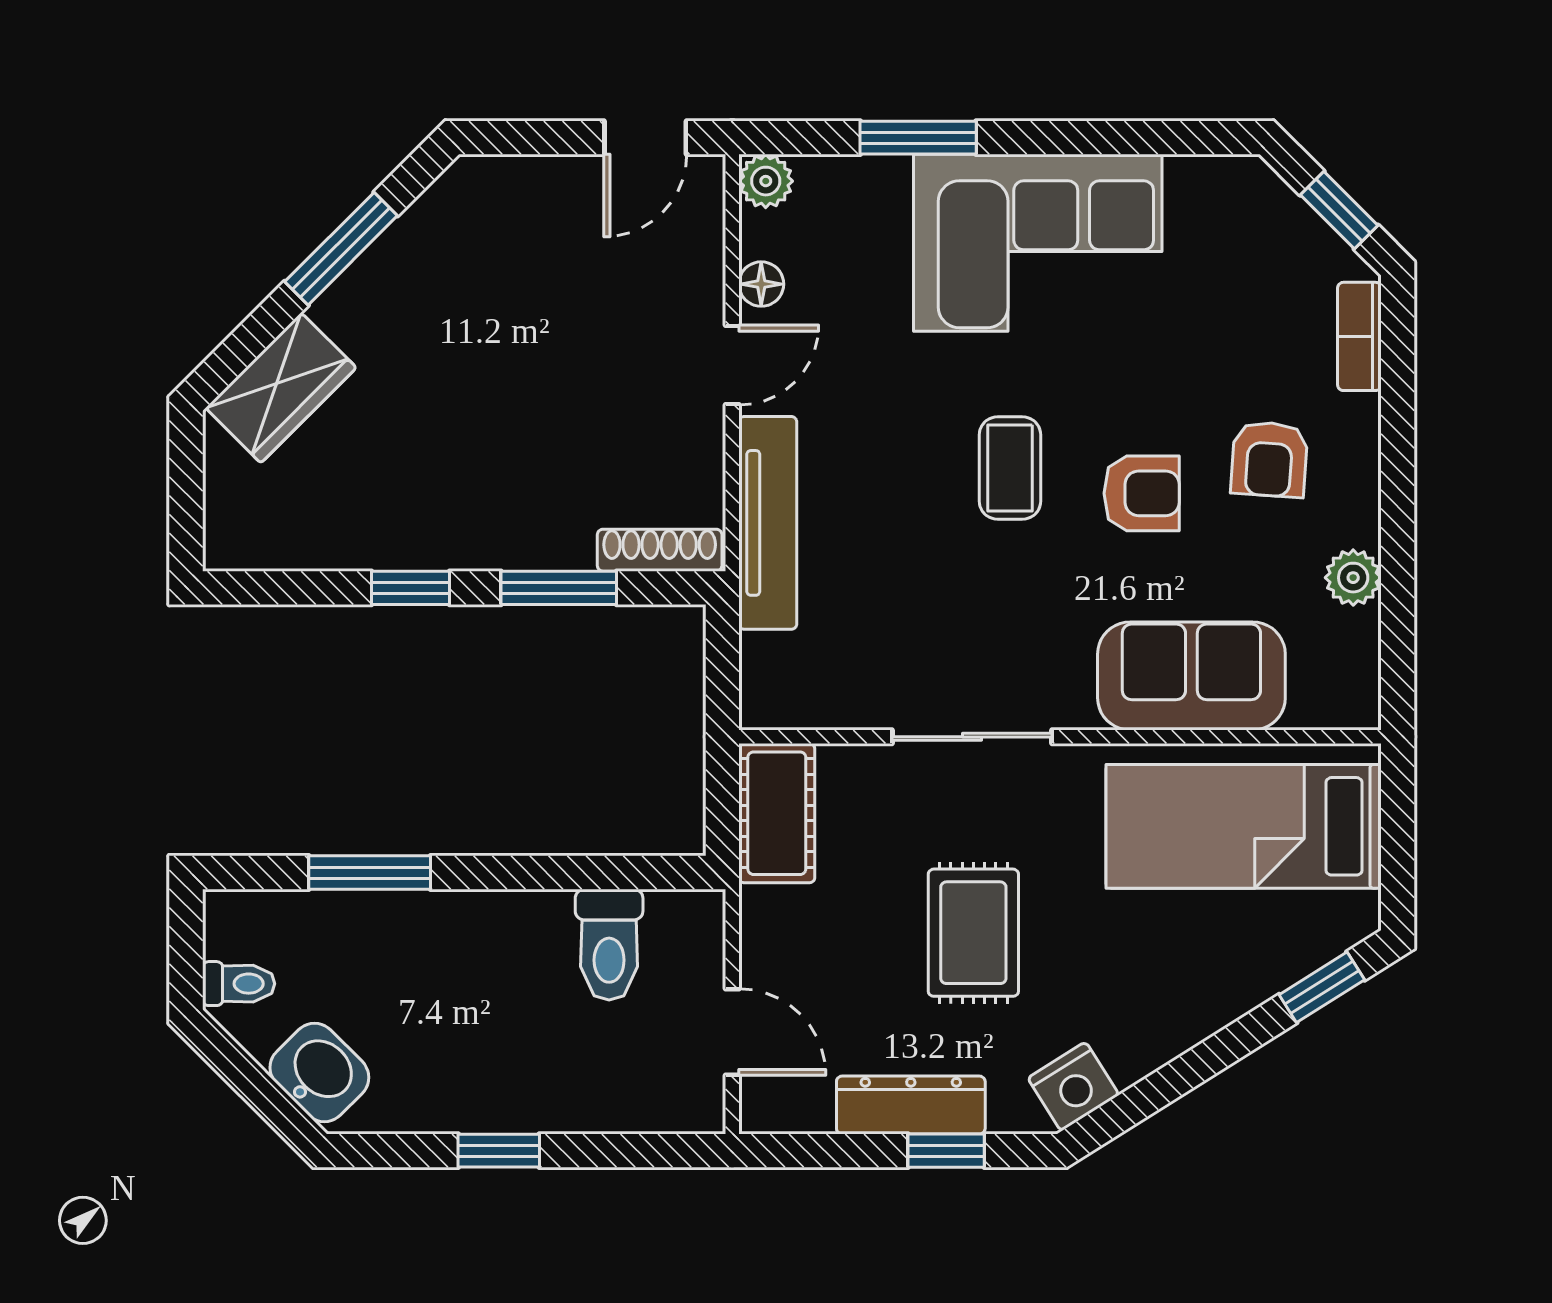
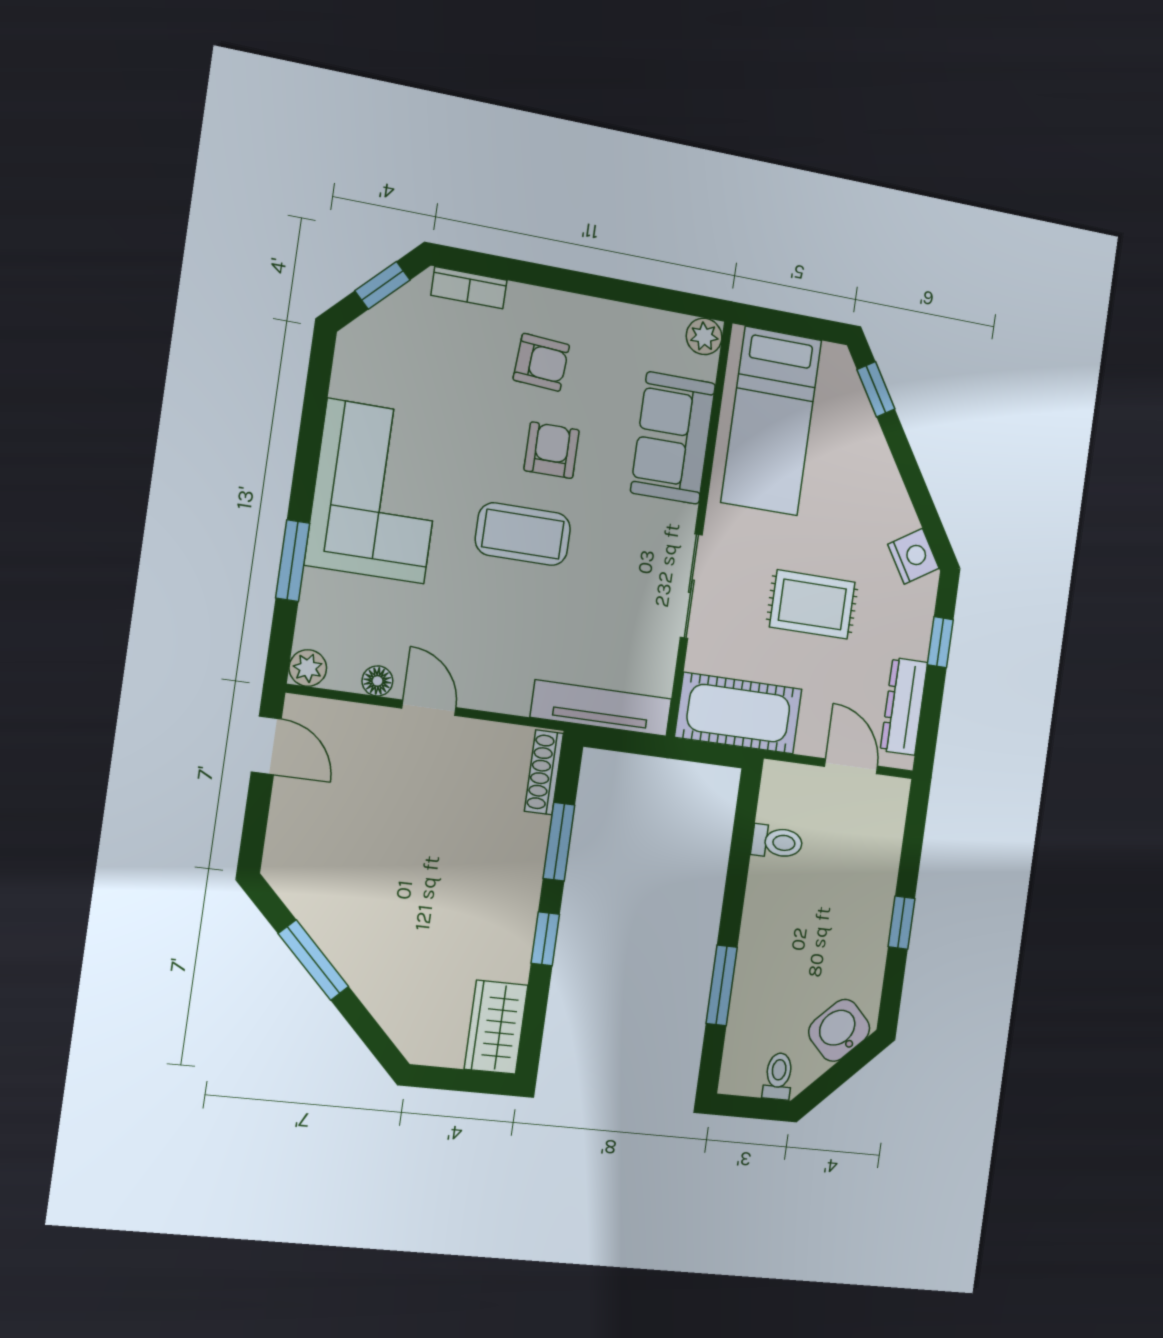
wardrobe: (281, 388) -> (496, 1027), moved, turned -135
coffee table: (1010, 468) -> (523, 534), width x1.36, depth x1.30
tv unit: (768, 523) -> (601, 708), moved
plant: (1353, 578) -> (704, 336), moved
cot: (777, 813) -> (738, 713), width x1.37, depth x1.34
toilet: (609, 945) -> (777, 842), width x0.73, depth x0.72
door: (732, 1032) -> (851, 766), hinge flipped
dresser: (911, 1105) -> (904, 706), moved

